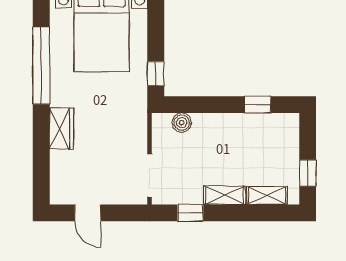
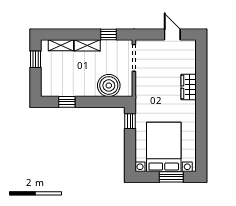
window: (41, 66) -> (201, 126), removed
boiler: (182, 123) -> (109, 85), width x1.86, depth x1.86

